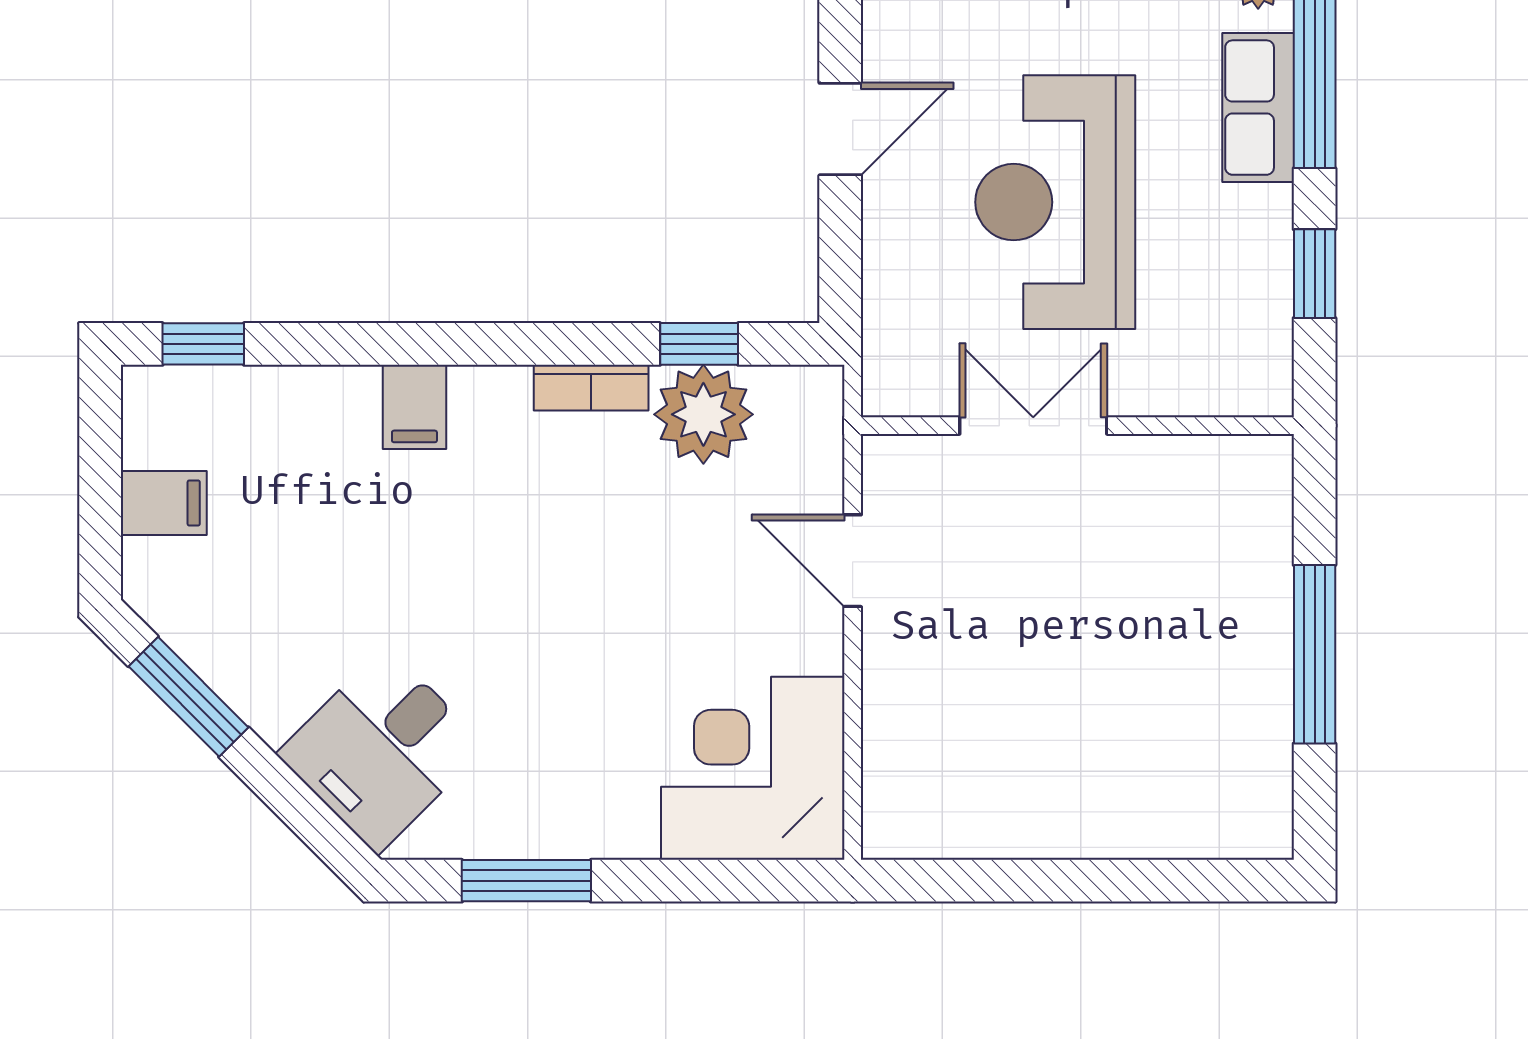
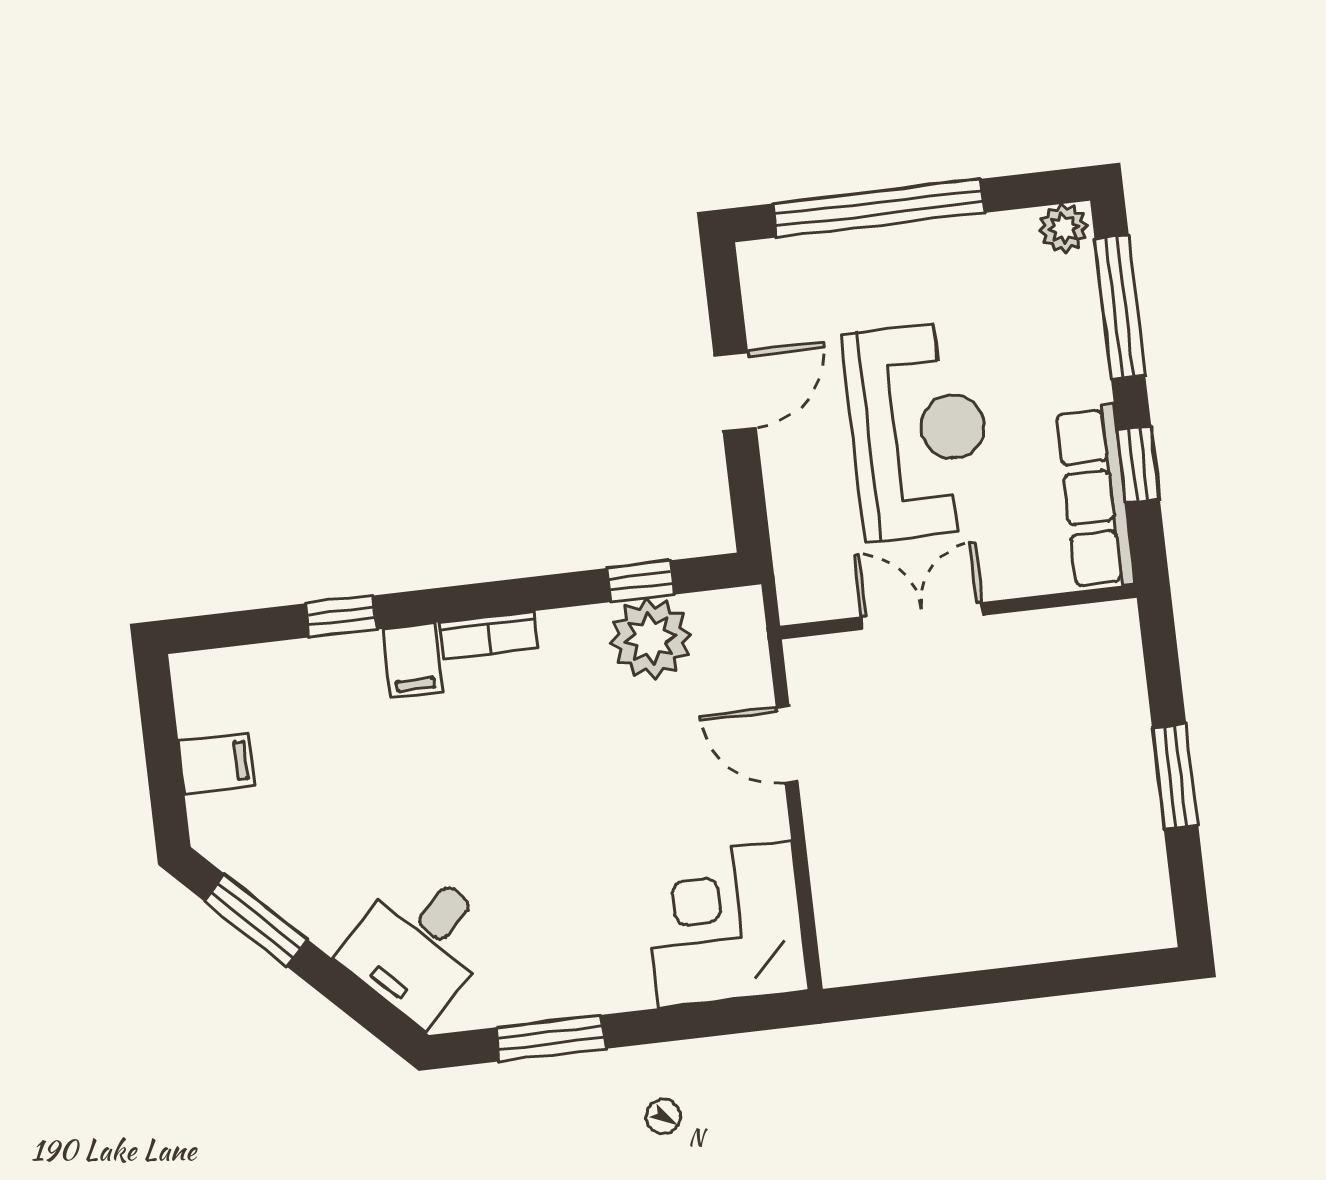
row of seats: (1258, 108) -> (1095, 497), moved, width x1.48
reception desk: (1055, 202) -> (919, 431), turned 180
window: (203, 344) -> (341, 616), moved
bookcase: (591, 388) -> (488, 635), moved
window: (1315, 654) -> (1175, 776), width x0.69

